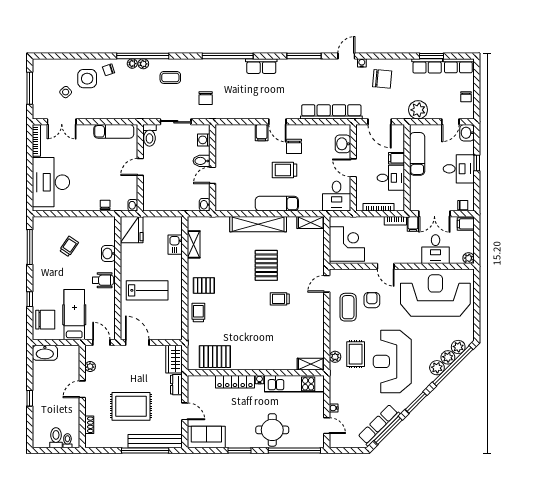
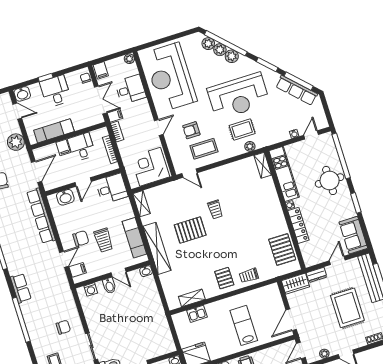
washing machine: (204, 140) -> (91, 289), moved
bidet: (201, 161) -> (109, 286), moved
wall: (212, 168) -> (112, 274), moved
door: (212, 175) -> (119, 272), moved
washbasin: (205, 205) -> (146, 271), moved

